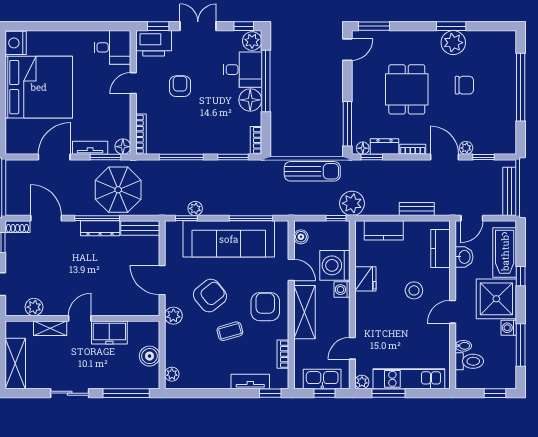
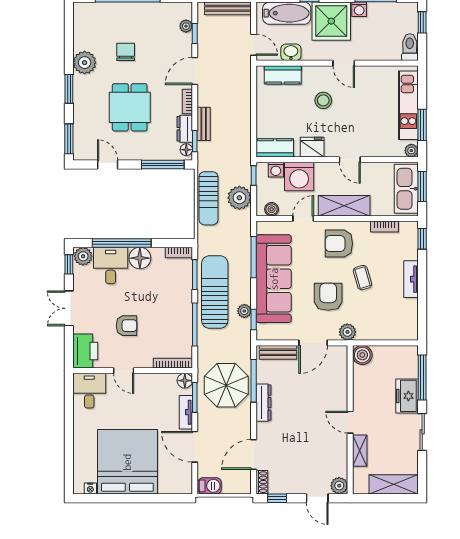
window: (158, 26) -> (69, 347), removed
window: (451, 26) -> (69, 89), moved
nightstand: (16, 43) -> (90, 488), width x0.53, depth x0.56
door: (347, 50) -> (108, 165), moved
armchair: (180, 86) -> (127, 326), turned 180
dining table: (407, 89) -> (130, 107), turned 90
plant: (466, 148) -> (186, 26), moved
sun lounger: (312, 171) -> (209, 198), turned 180
barbecue: (14, 172) -> (210, 486), added
sun lounger: (215, 178) -> (215, 292), added
plant: (352, 203) -> (239, 198), moved
bench: (417, 209) -> (204, 124), moved
window: (97, 218) -> (254, 381), moved
bench: (140, 228) -> (278, 352), moved, turned 90
kitchen counter: (384, 230) -> (275, 148), moved, turned -90
washing machine: (342, 290) -> (276, 170), moved
armchair: (210, 296) -> (328, 297), turned 39
plant: (34, 307) -> (339, 486), moved
freezer: (109, 332) -> (407, 396), moved, turned 180
bidet: (463, 346) -> (377, 53), removed
door: (352, 348) -> (350, 160), moved
boiler: (150, 356) -> (362, 355), moved
toilet: (469, 361) -> (410, 47), moved
plant: (172, 374) -> (404, 333), removed
kitchen sink: (322, 379) -> (406, 189), width x1.36, depth x1.24
tv unit: (250, 382) -> (411, 279), moved
window: (325, 393) -> (422, 187), width x1.50

